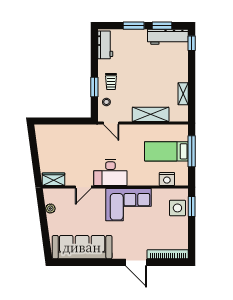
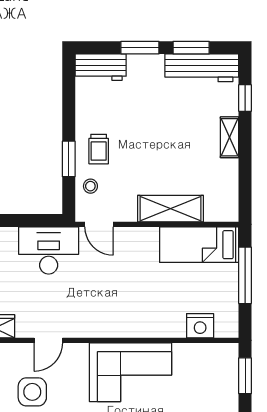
window: (192, 43) -> (245, 98), moved
workbench: (105, 45) -> (101, 67), moved, turned 90
shelving: (183, 94) -> (230, 137), moved
bed: (166, 151) -> (199, 245), moved
desk: (110, 173) -> (49, 250), moved, turned 180
side table: (177, 208) -> (32, 392), moved

